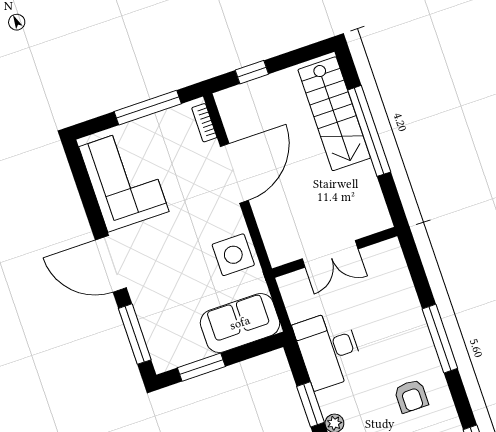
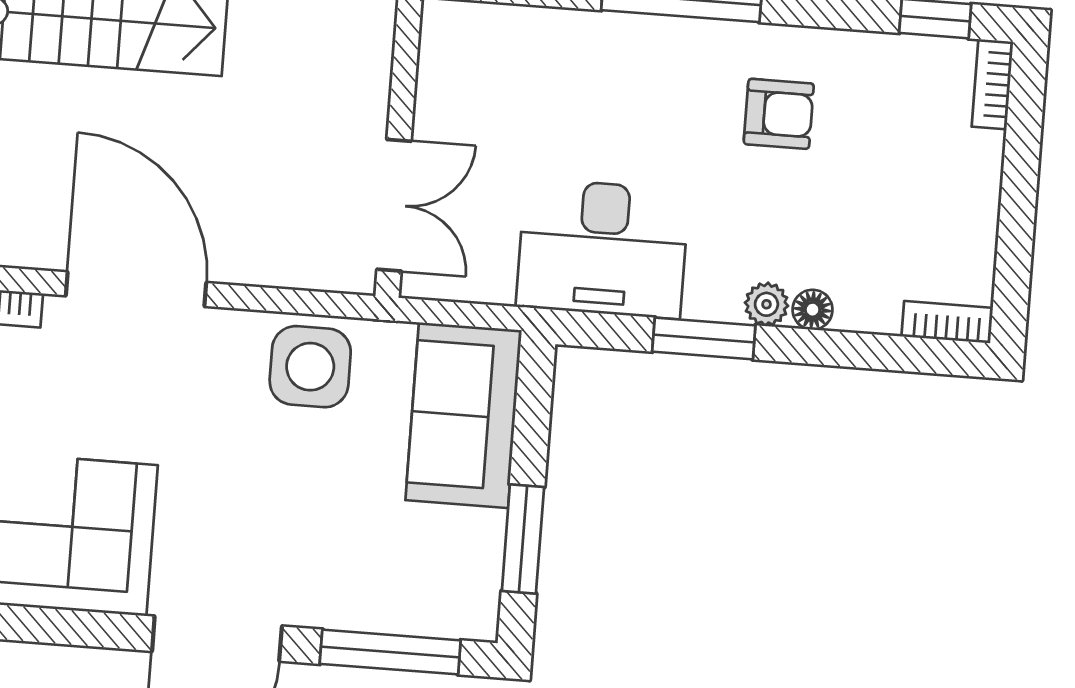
double door: (330, 254) -> (394, 205), moved

